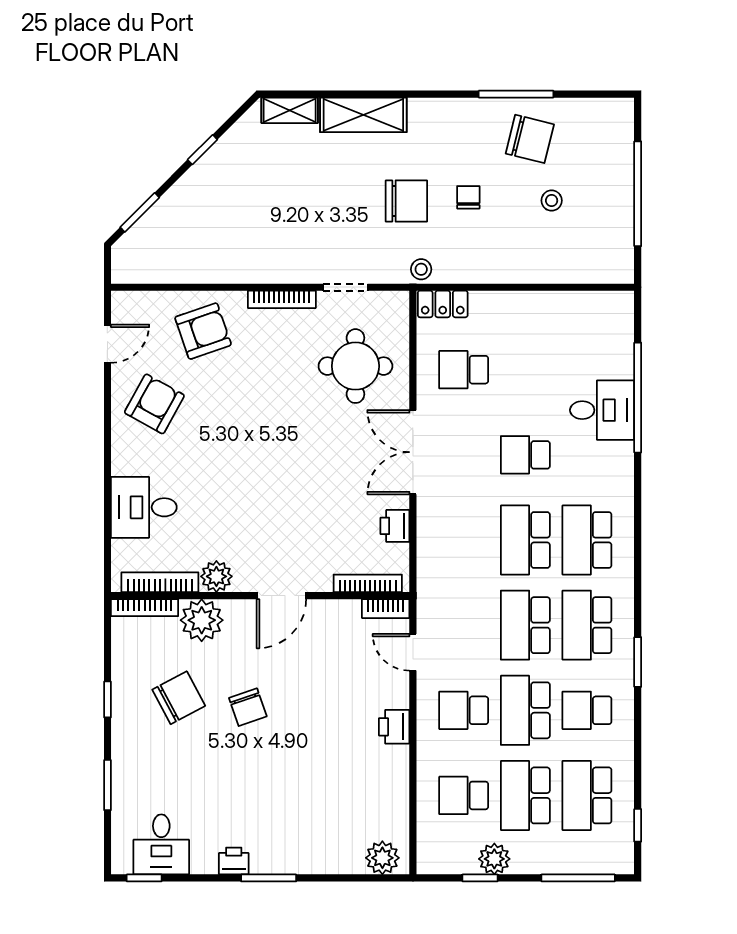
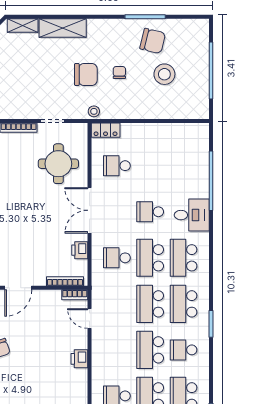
stool: (552, 201) -> (164, 74), width x1.89, depth x1.89
desk: (602, 410) -> (192, 215), moved
school desk: (464, 710) -> (117, 258), moved

